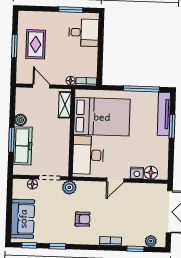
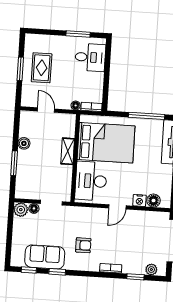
shelving: (65, 105) -> (68, 151), moved
freezer: (23, 146) -> (25, 170), removed
plant: (69, 187) -> (21, 210), moved
sofa: (23, 219) -> (45, 257), moved, turned -90

